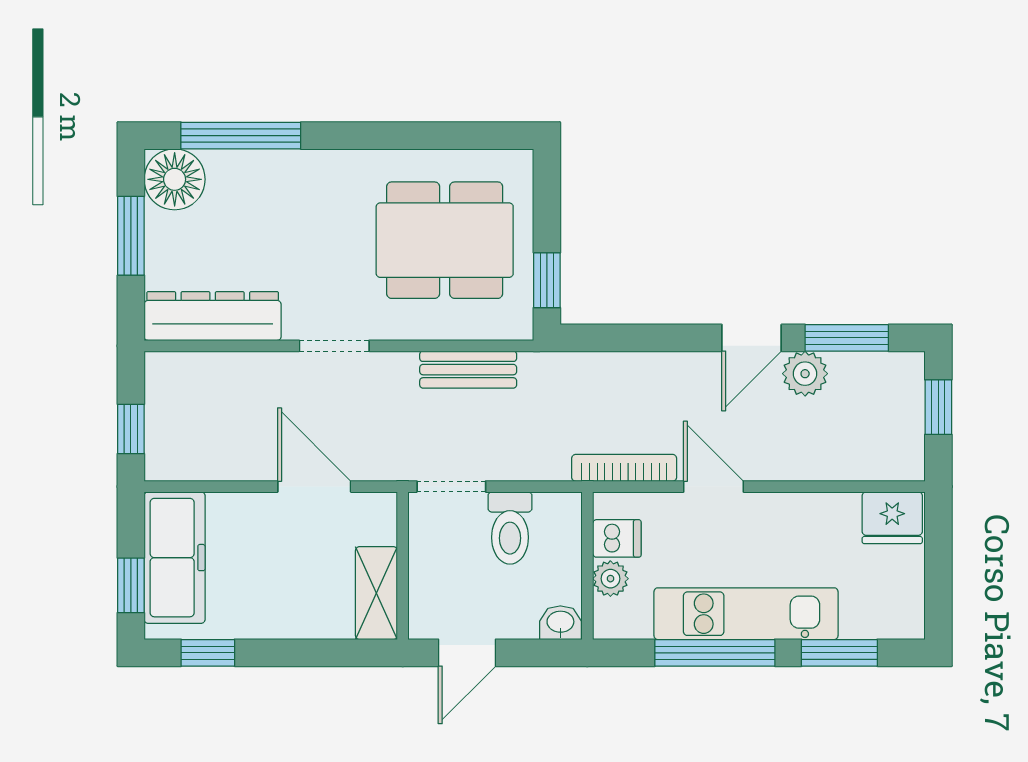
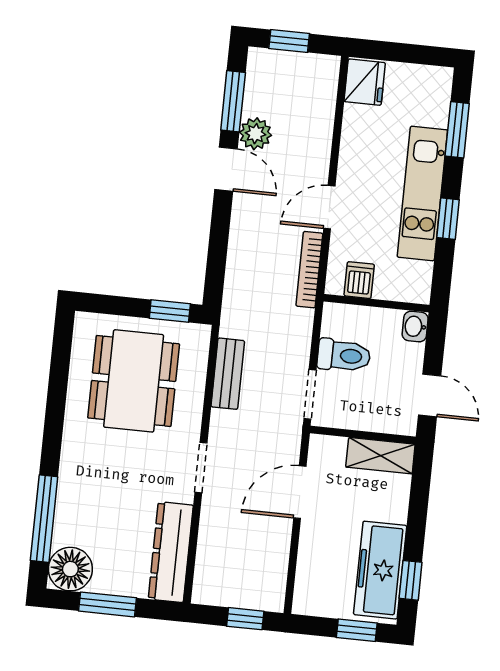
freezer: (175, 558) -> (380, 570), moved, turned -90
plant: (610, 579) -> (387, 288), removed
window: (715, 653) -> (448, 219), width x0.46

